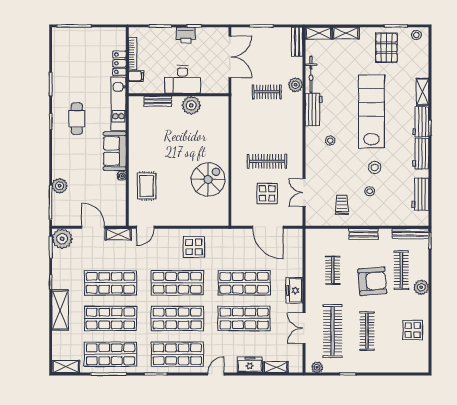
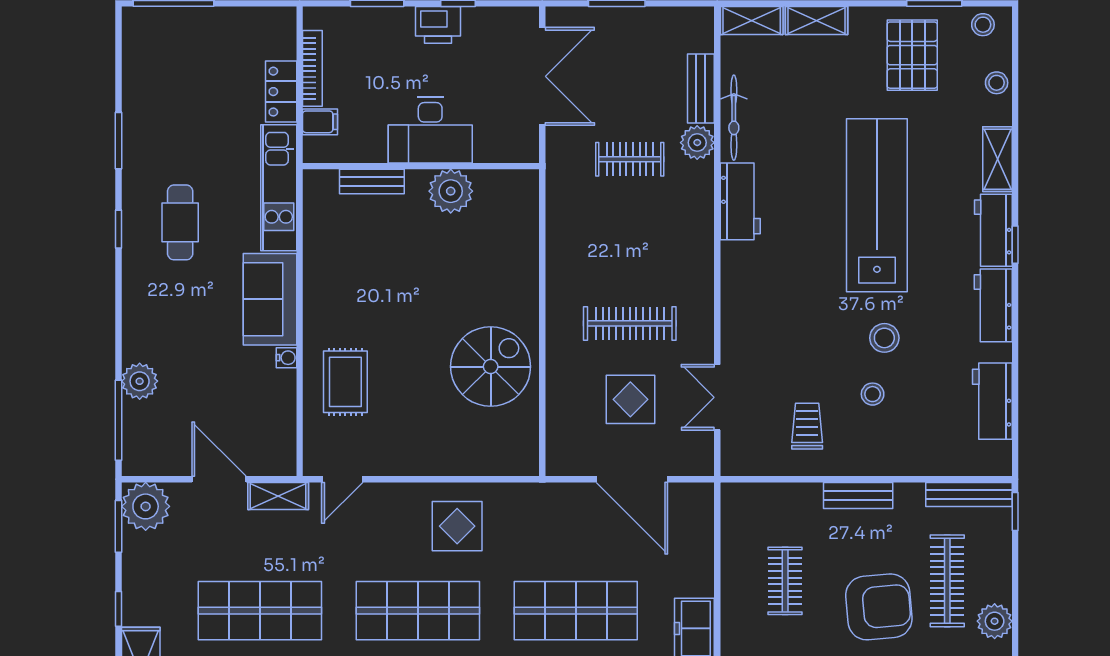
bench: (297, 42) -> (701, 89), moved
stool: (330, 141) -> (997, 83), moved

